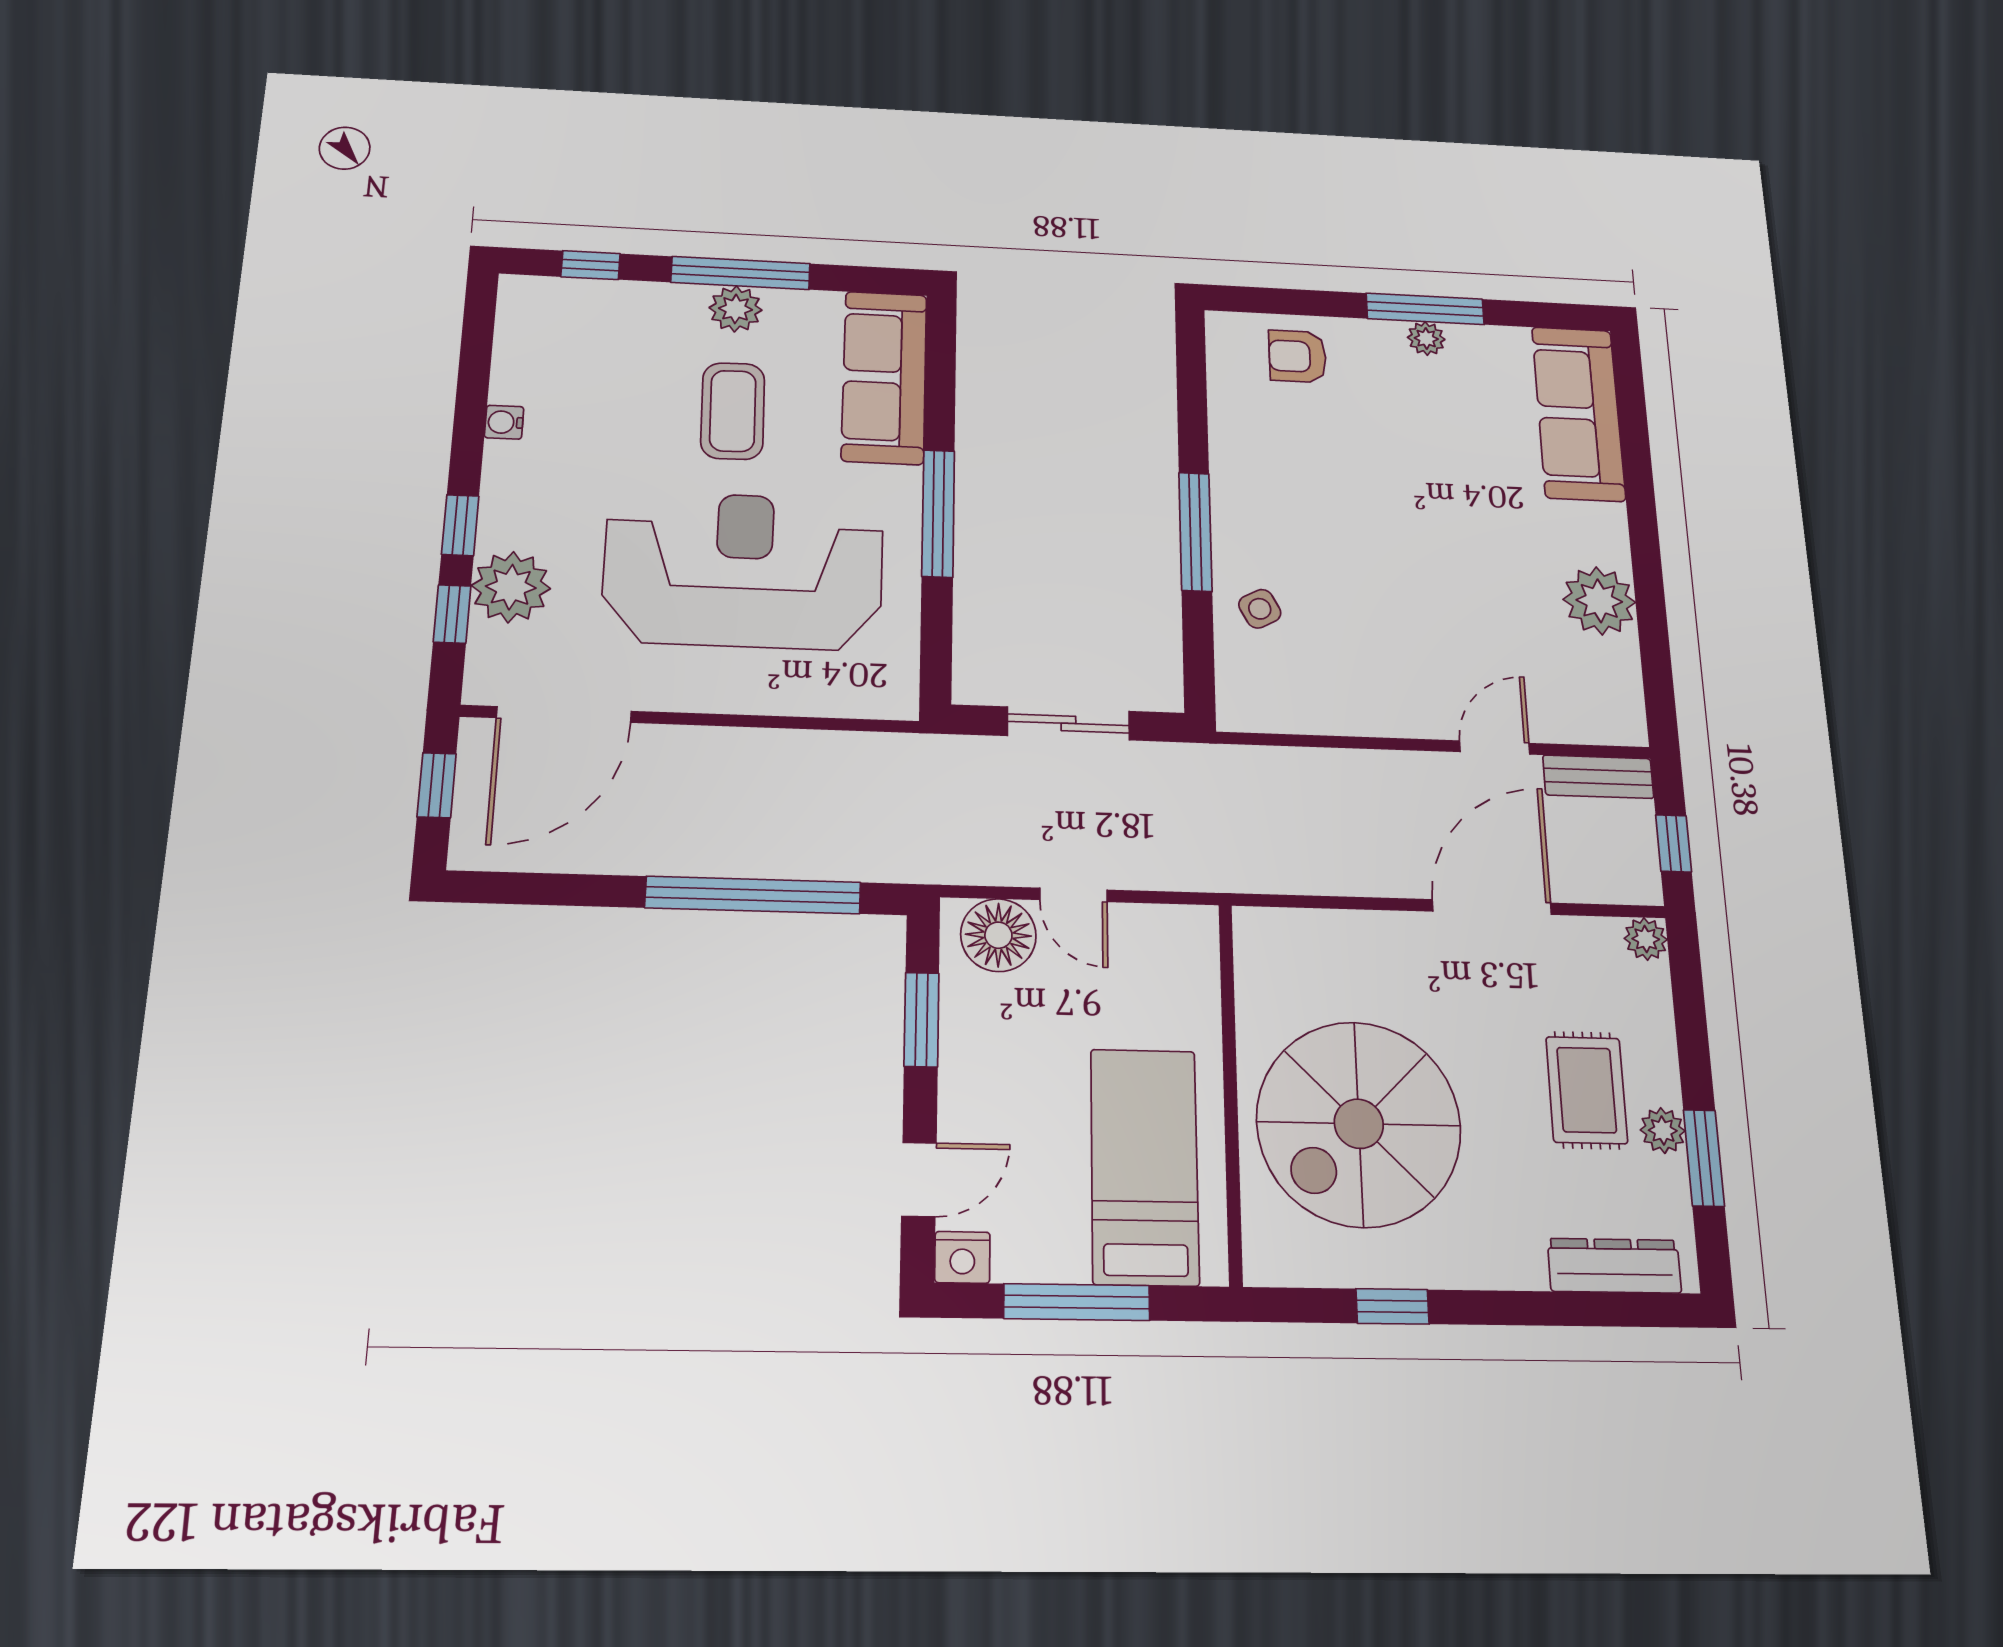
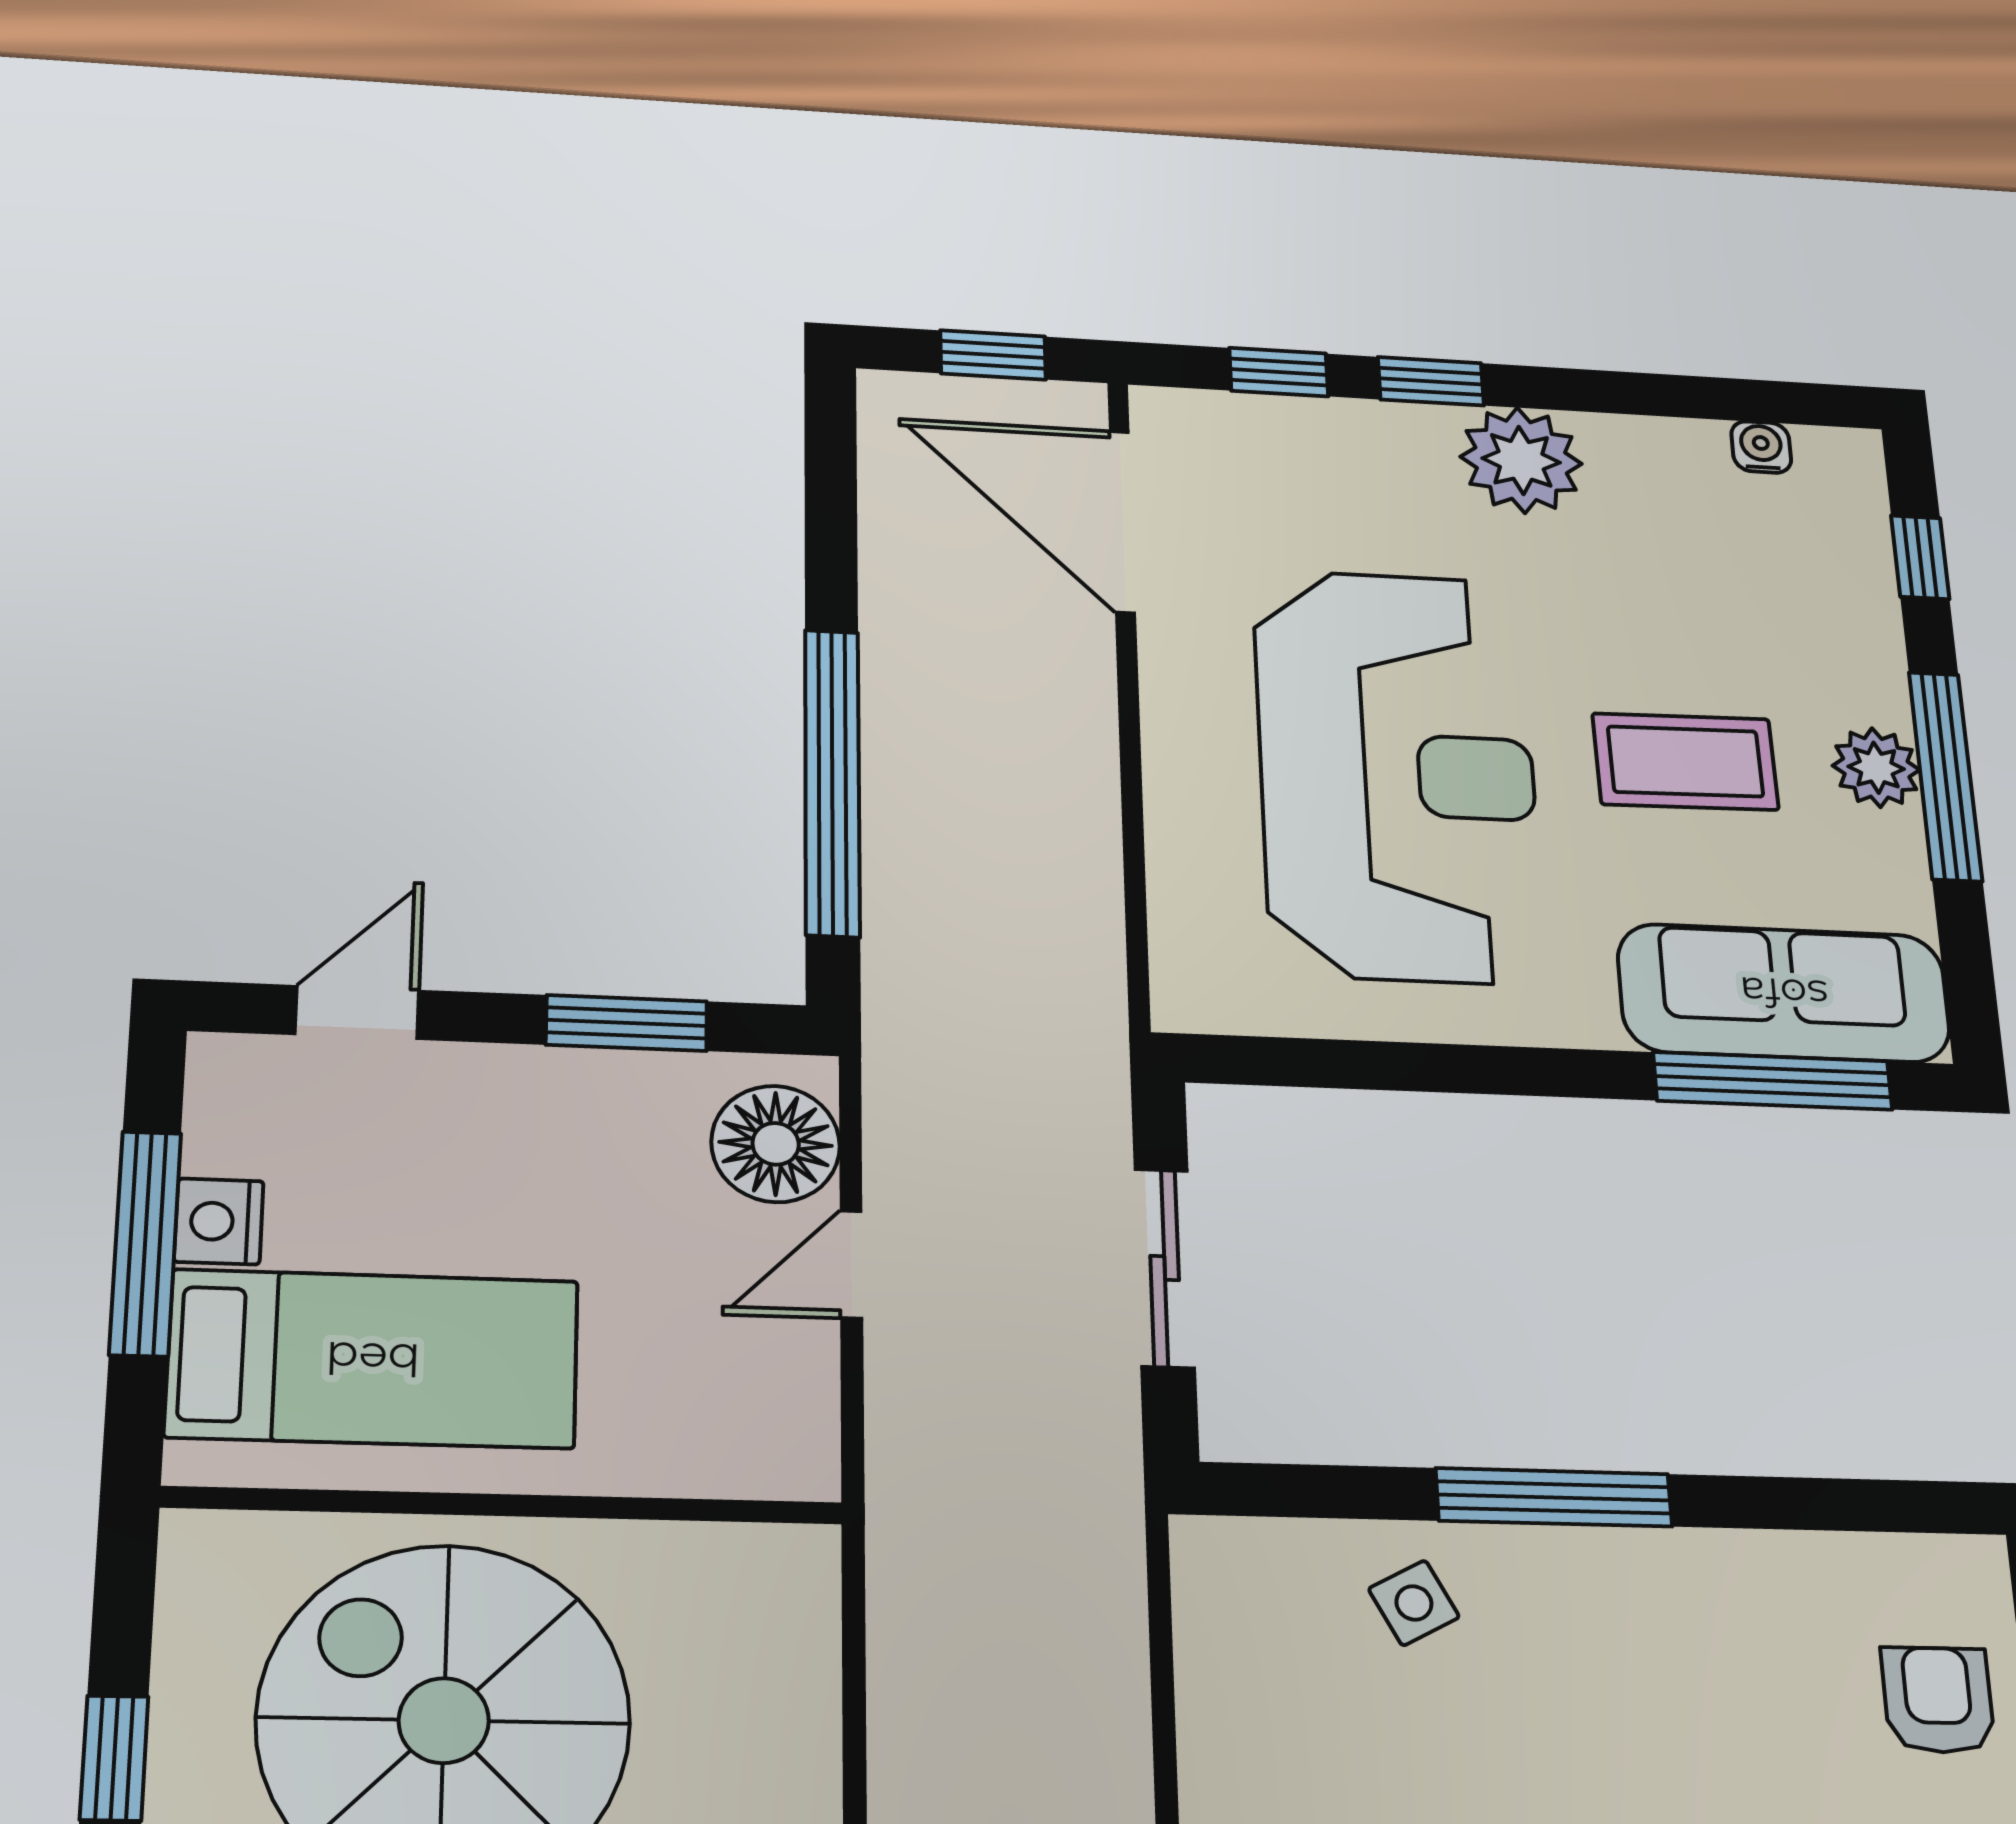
water cooler: (504, 422) -> (1761, 447), moved
window: (938, 513) -> (1773, 1081), moved
plant: (511, 587) -> (1521, 460), moved
door: (919, 1180) -> (357, 1012), swing flipped
nightstand: (962, 1257) -> (219, 1221), moved

